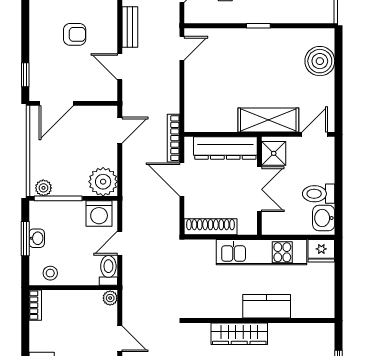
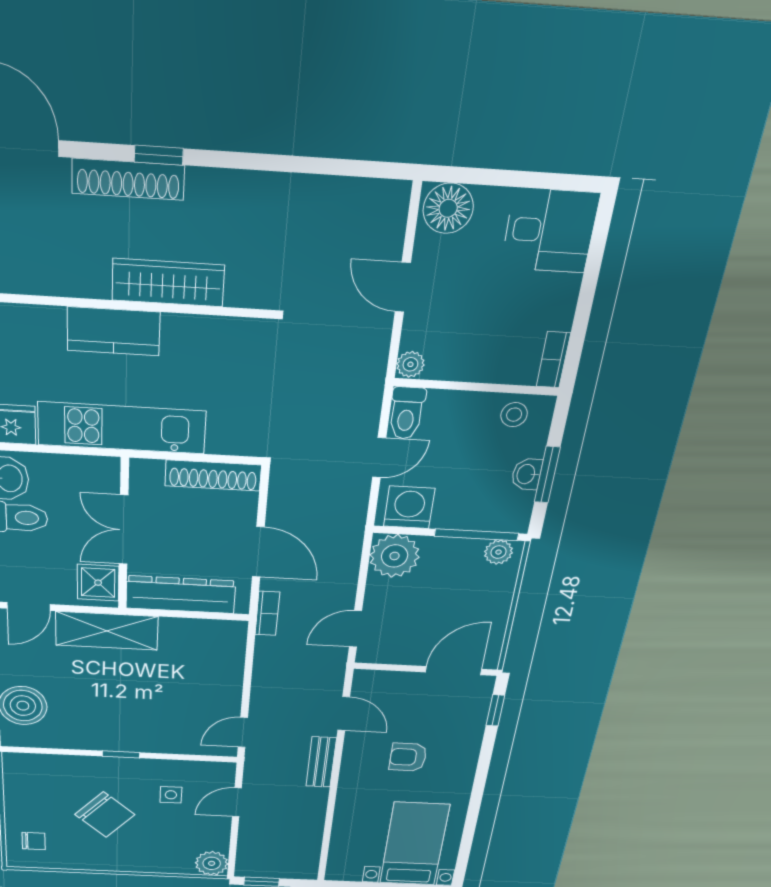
bookcase: (173, 138) -> (267, 613), width x0.64

